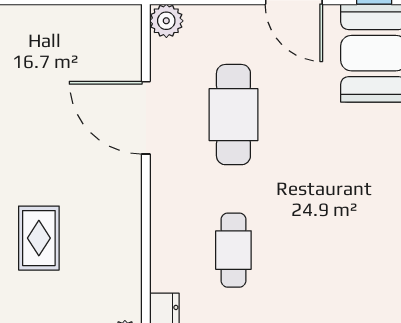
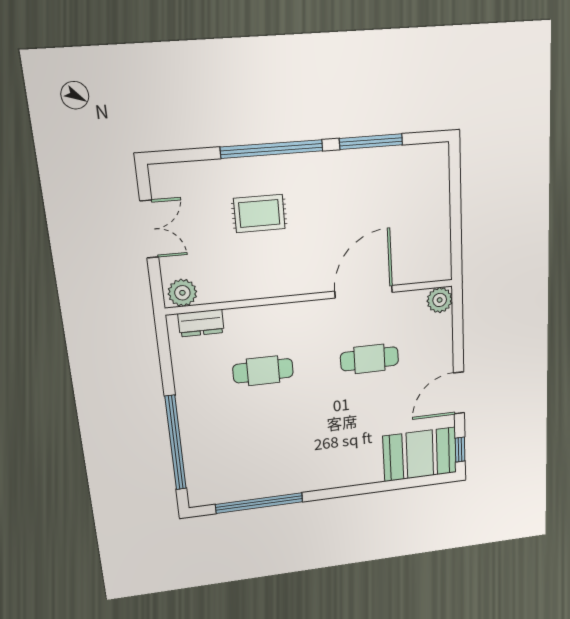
cafe table: (233, 115) -> (369, 359), width x0.73, depth x0.74

